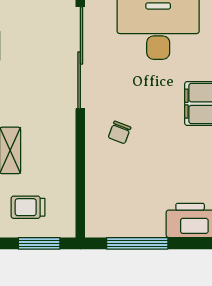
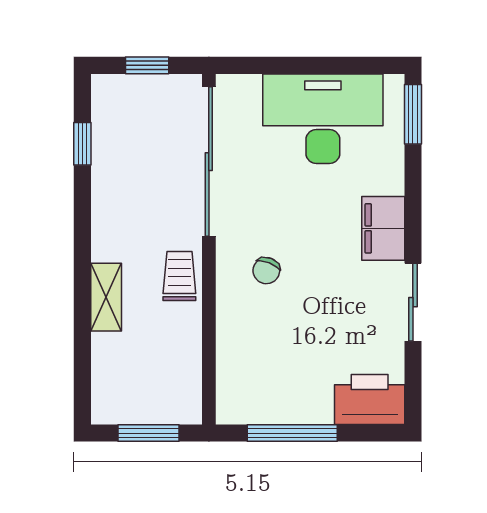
trolley: (28, 207) -> (179, 276), moved, turned 90

